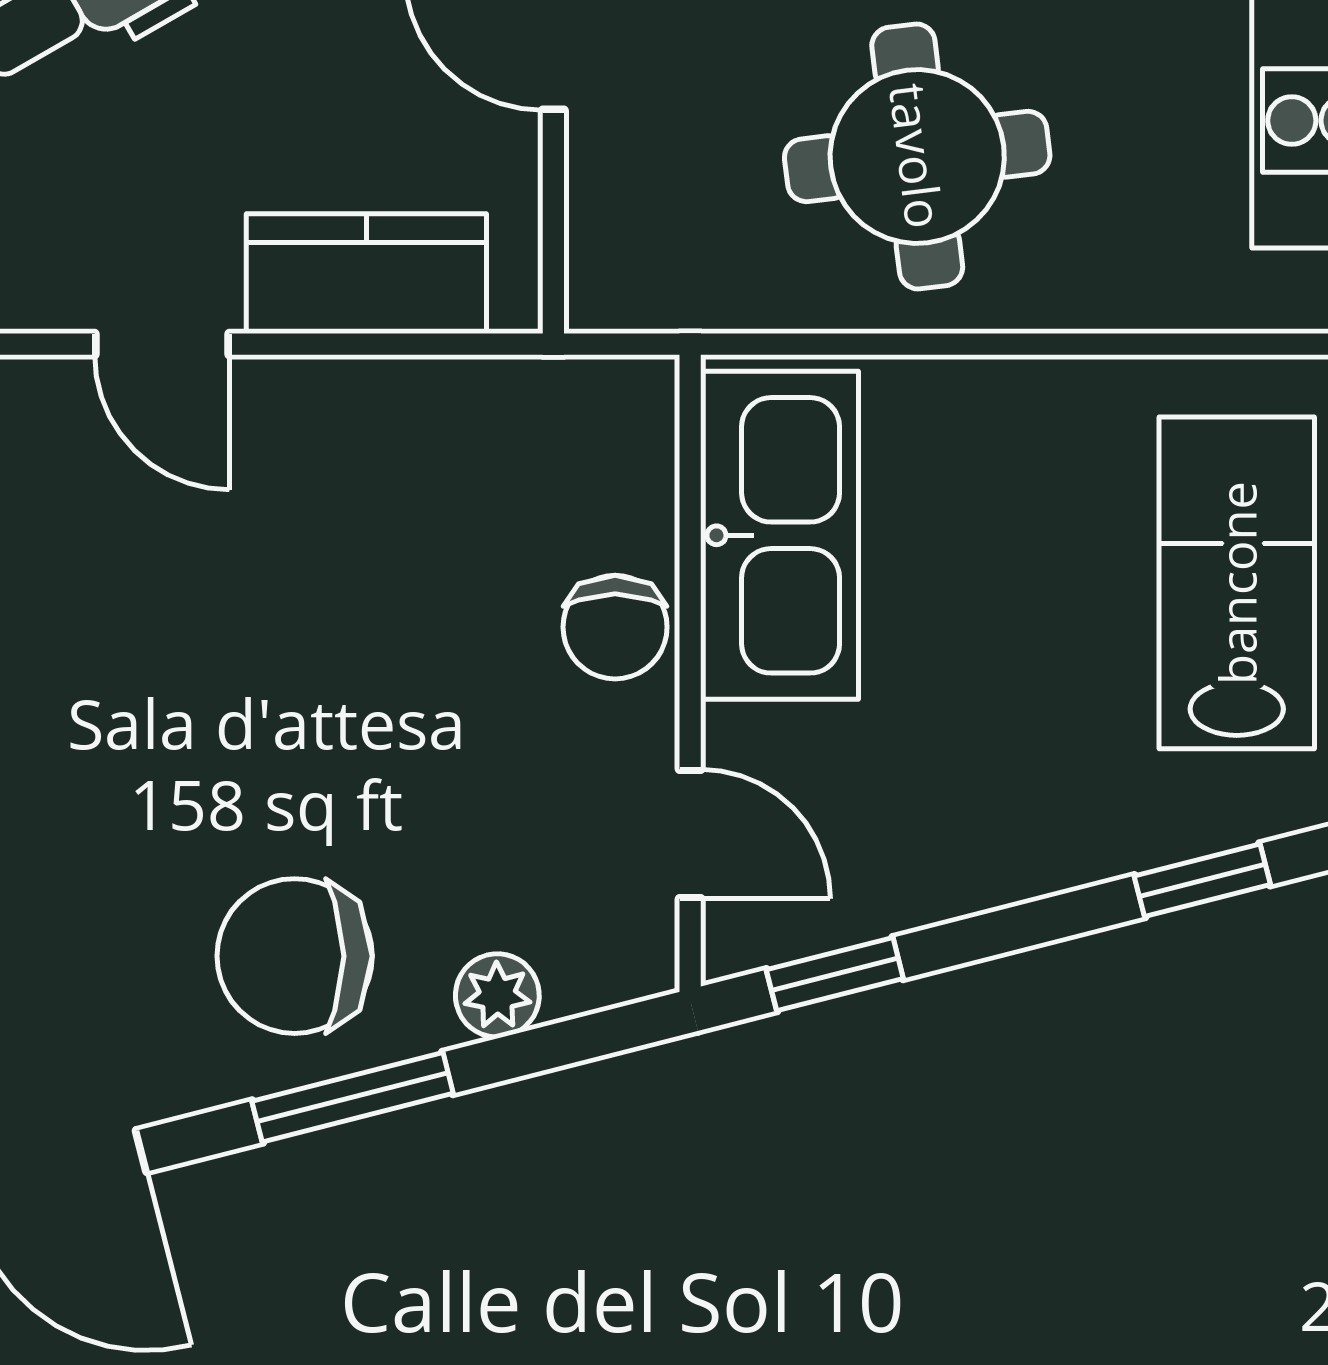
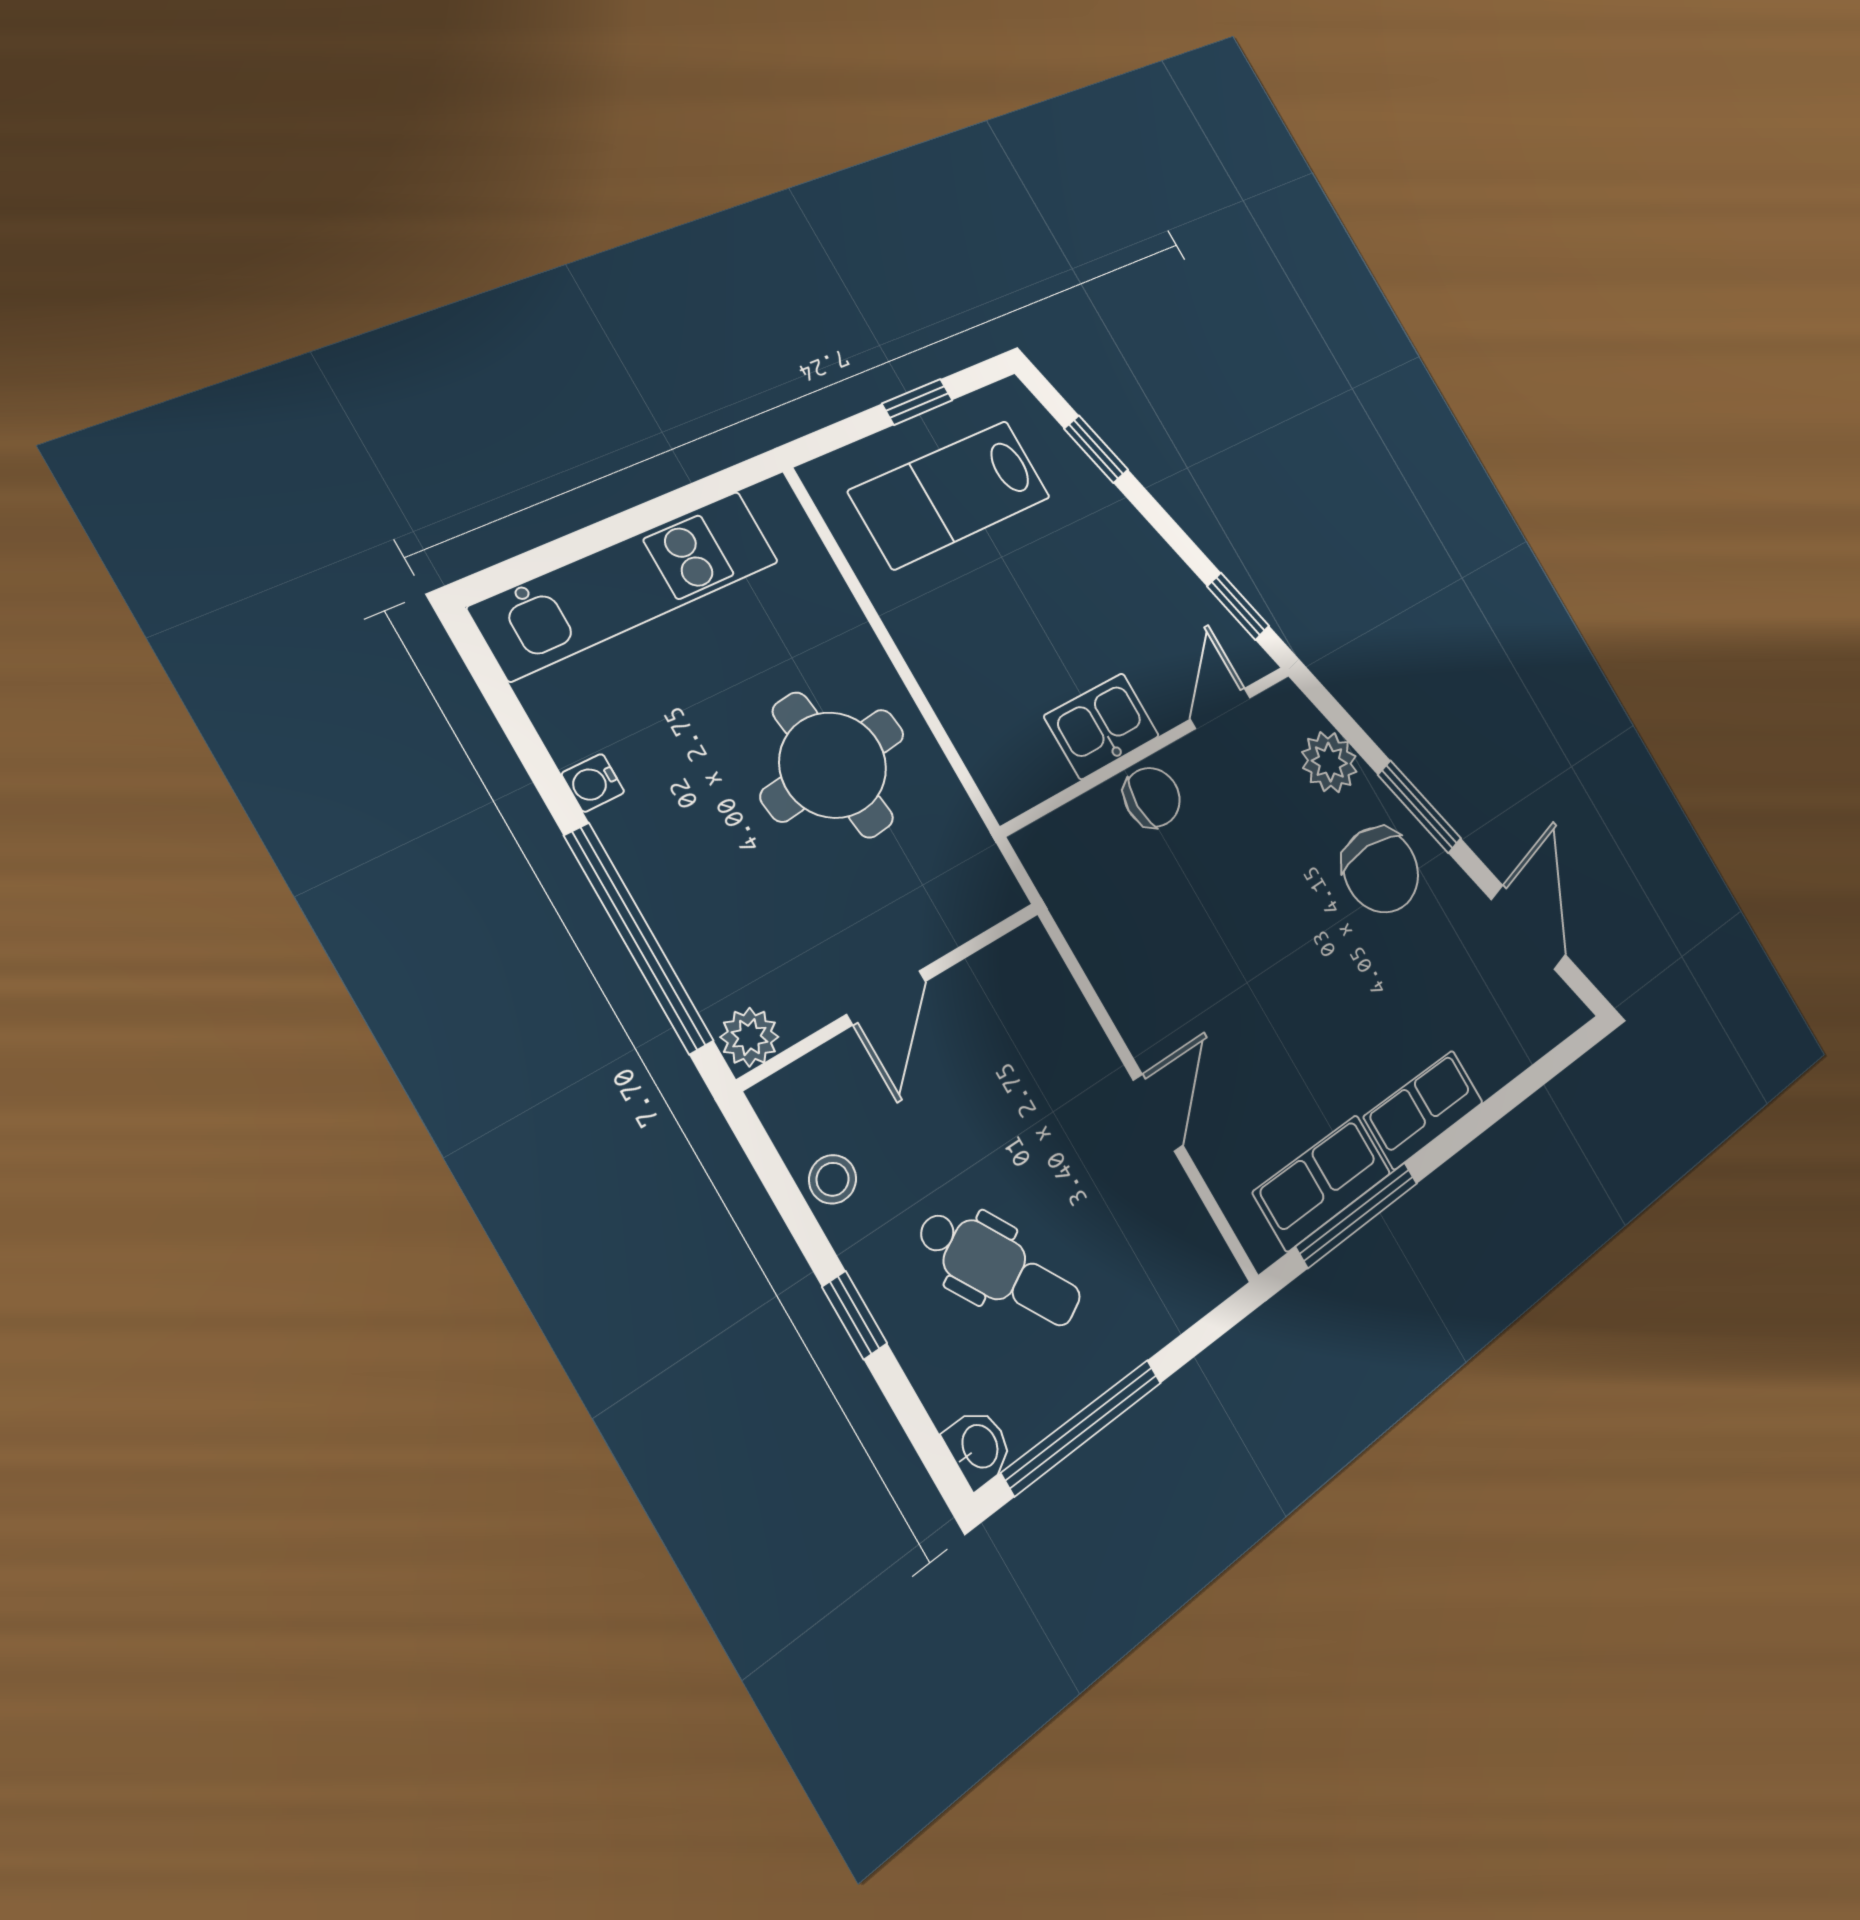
kitchen counter: (366, 274) -> (1062, 1026), removed
kitchen sink: (779, 535) -> (1102, 726), width x0.53, depth x0.81
plant: (497, 995) -> (1329, 762), width x1.38, depth x1.38

